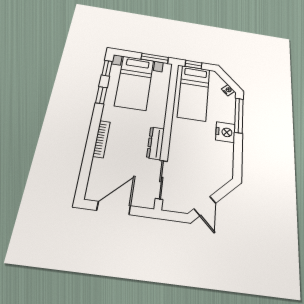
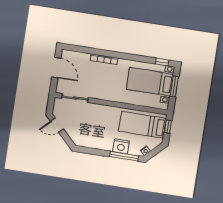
window: (155, 58) -> (174, 86), moved
window: (101, 95) -> (139, 58), removed
nightstand: (225, 132) -> (121, 146), moved
dresser: (156, 143) -> (101, 95), removed

